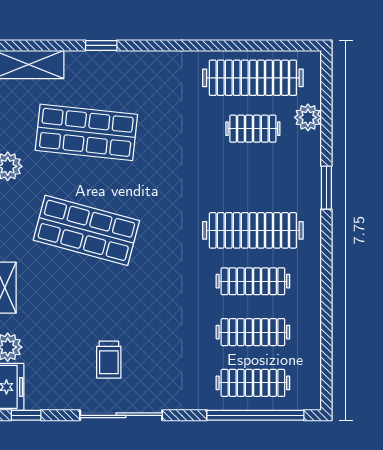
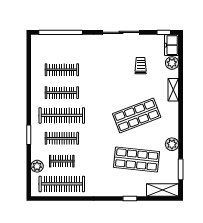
shop shelf: (86, 230) -> (137, 115), turned -36
trolley: (109, 360) -> (141, 66), moved
clothes rail: (253, 383) -> (62, 138), moved

